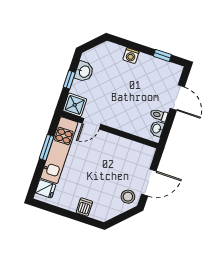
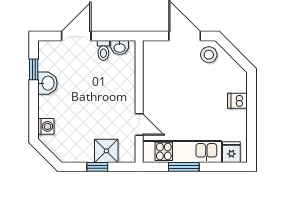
washing machine: (131, 56) -> (46, 126), moved
washbasin: (84, 71) -> (47, 83), moved, turned 90
shower: (75, 105) -> (106, 151), moved

